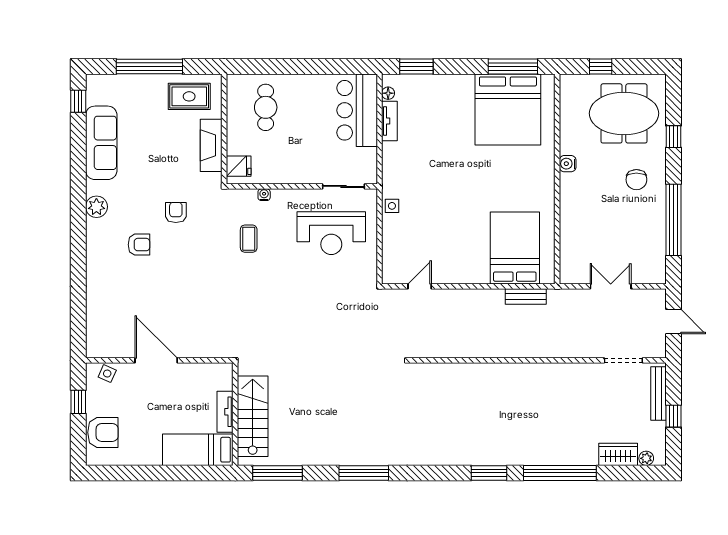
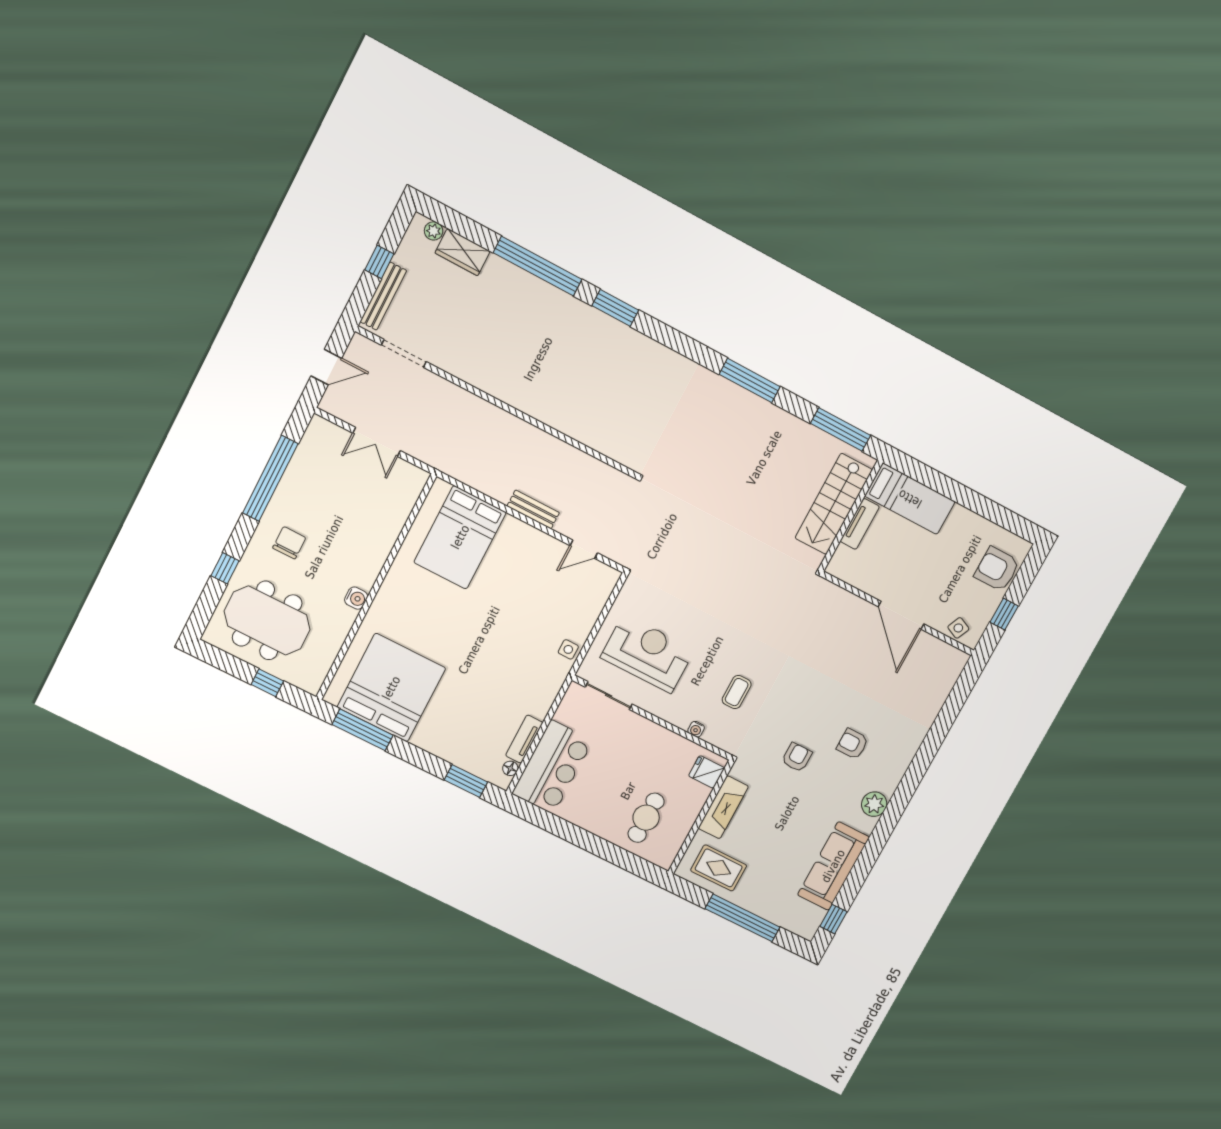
armchair: (176, 212) -> (797, 757), turned 180
bench: (526, 296) -> (533, 509), moved
door: (673, 321) -> (326, 367), swing flipped

